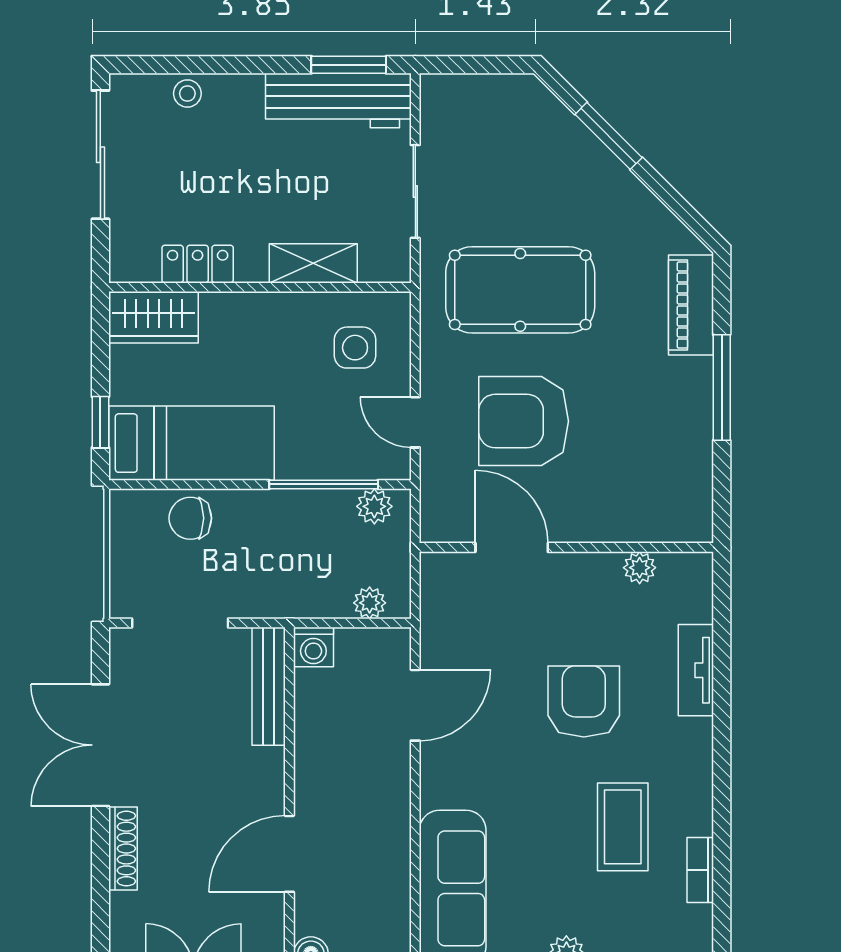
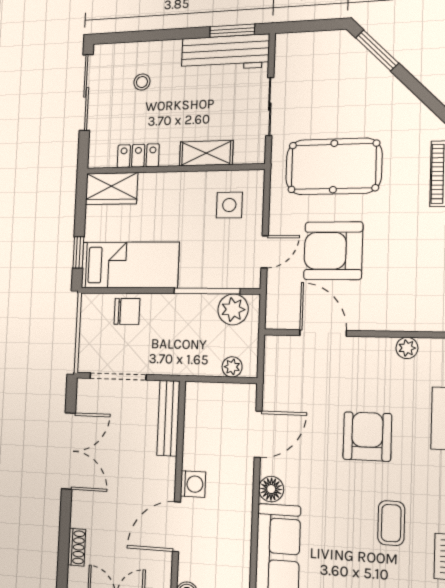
stool: (187, 94) -> (142, 82), moved
window: (609, 136) -> (377, 50), moved
door: (415, 422) -> (265, 252), swing flipped
plant: (374, 506) -> (233, 309), width x1.38, depth x1.38
chair: (190, 518) -> (127, 311), turned 180
washing machine: (313, 647) -> (193, 484), moved, turned -90
double door: (100, 745) -> (68, 451), swing flipped
floor lamp: (439, 787) -> (271, 489), added
coffee table: (623, 827) -> (391, 523), width x0.73, depth x0.77
shoe rack: (123, 849) -> (77, 547), moved, width x0.70

